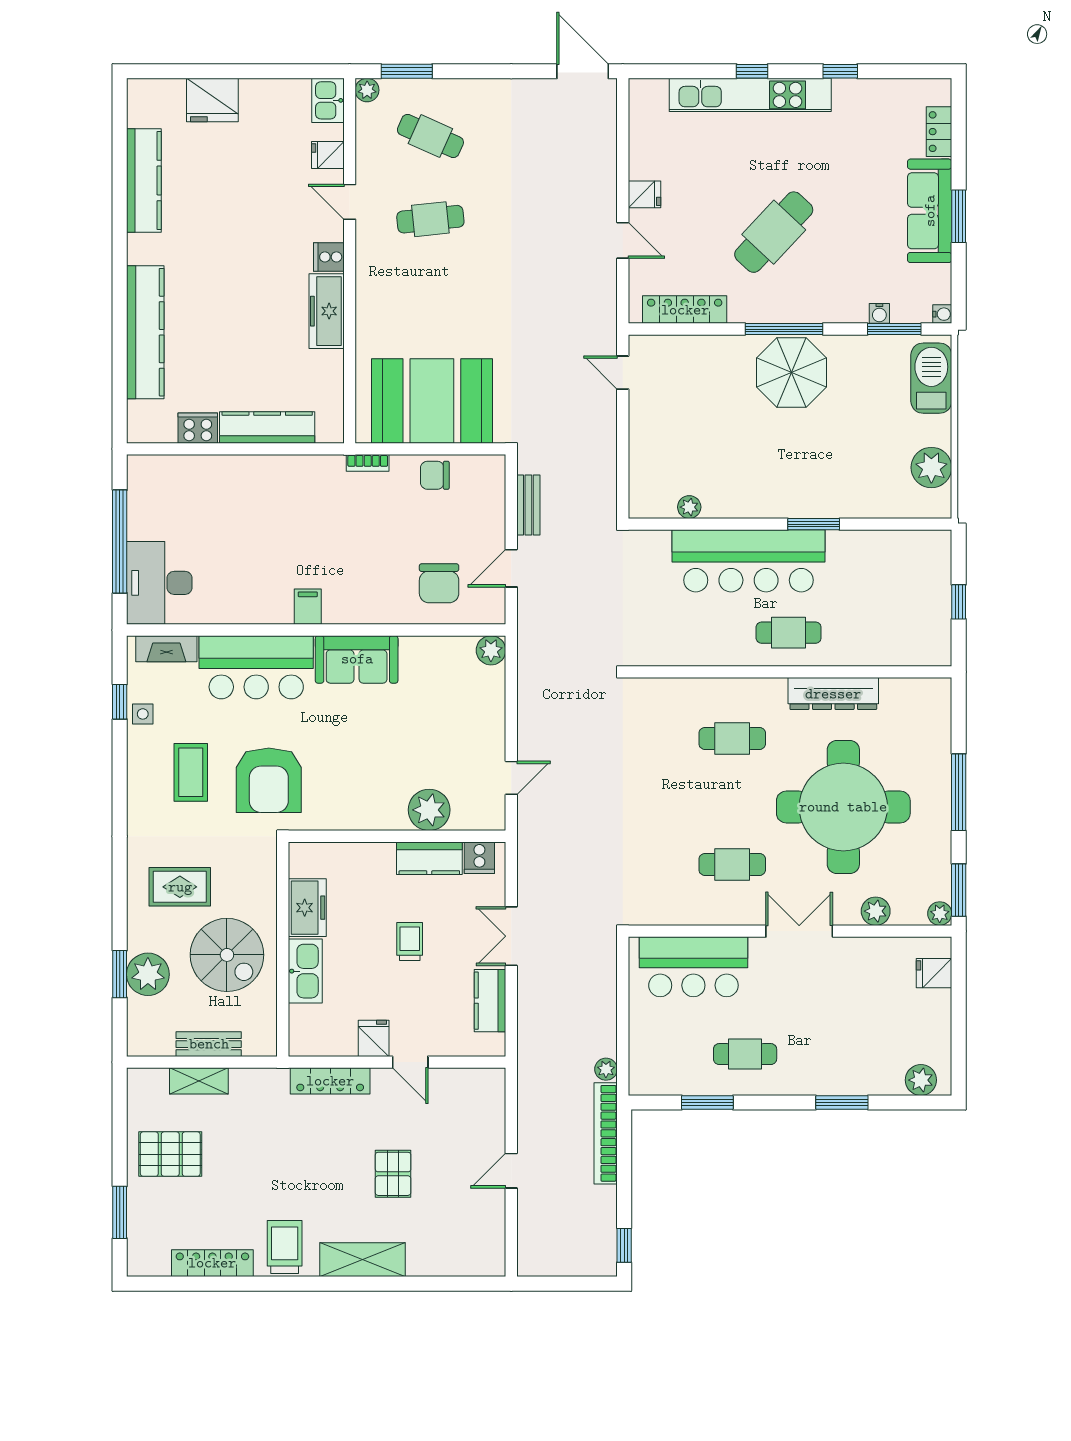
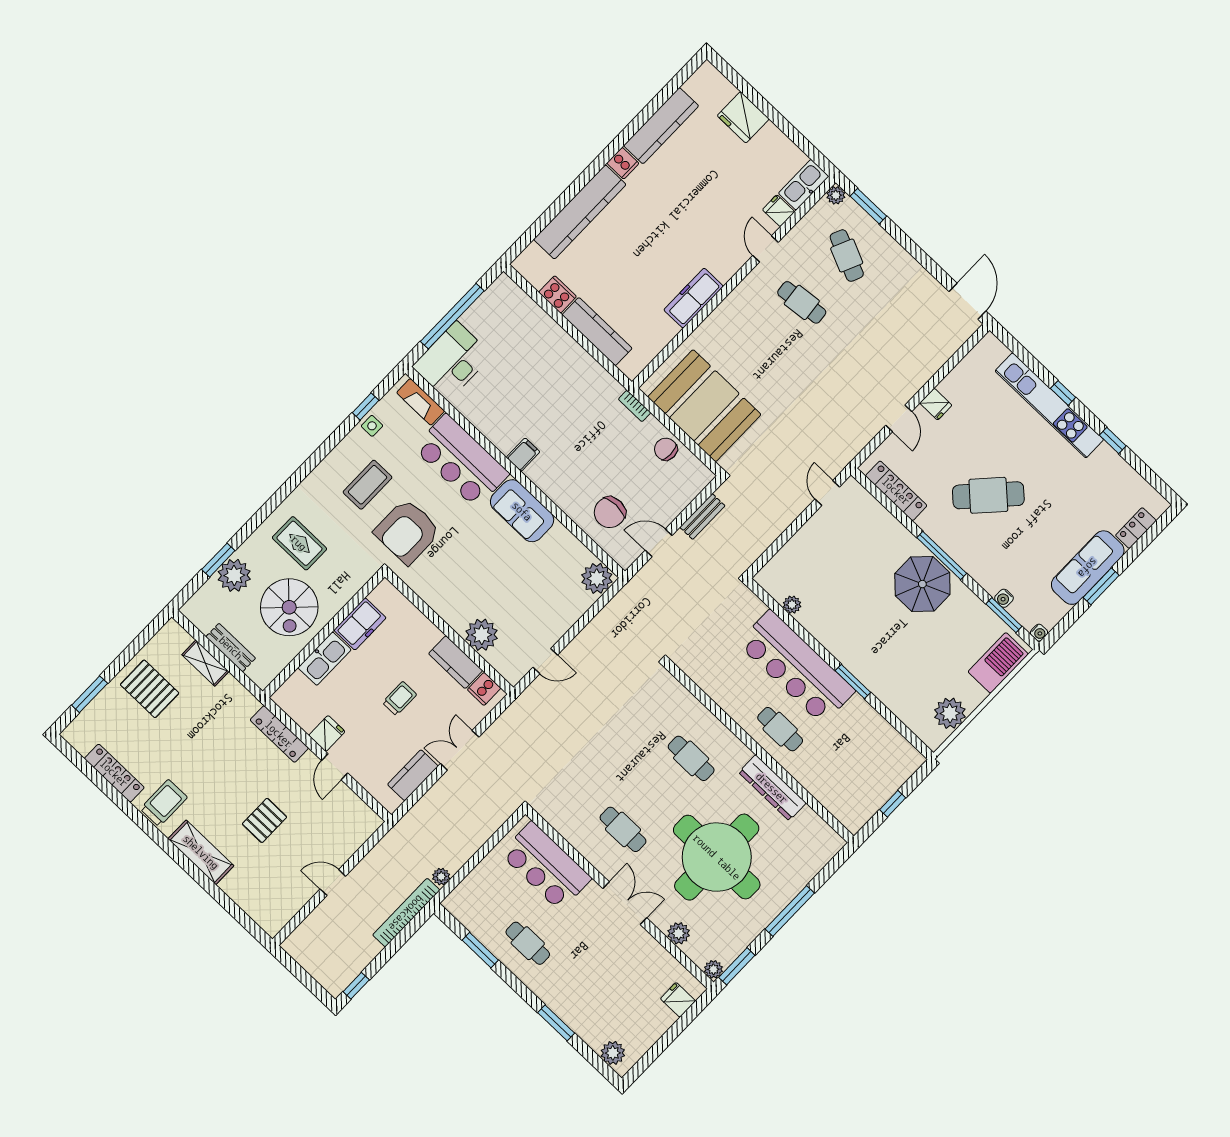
kitchen sink: (328, 100) -> (804, 185), width x1.38
cooker: (329, 257) -> (623, 163), moved, turned 180
plant: (491, 650) -> (597, 578), width x1.36, depth x1.36

